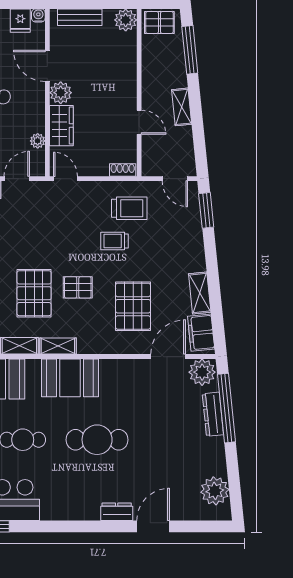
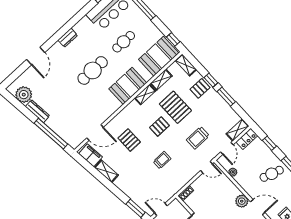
wardrobe: (61, 126) -> (229, 188), removed
trolley: (129, 208) -> (198, 138), moved
pallet: (133, 306) -> (129, 140), width x0.67, depth x0.71
door: (168, 357) -> (95, 133), hinge flipped
plant: (202, 372) -> (75, 139), removed
dresser: (213, 414) -> (37, 111), moved
dresser: (117, 512) -> (68, 38), moved

